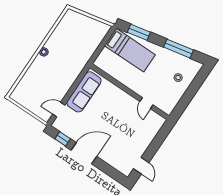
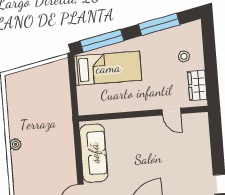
window: (139, 32) -> (102, 41), width x1.44
wardrobe: (173, 100) -> (197, 85), added

